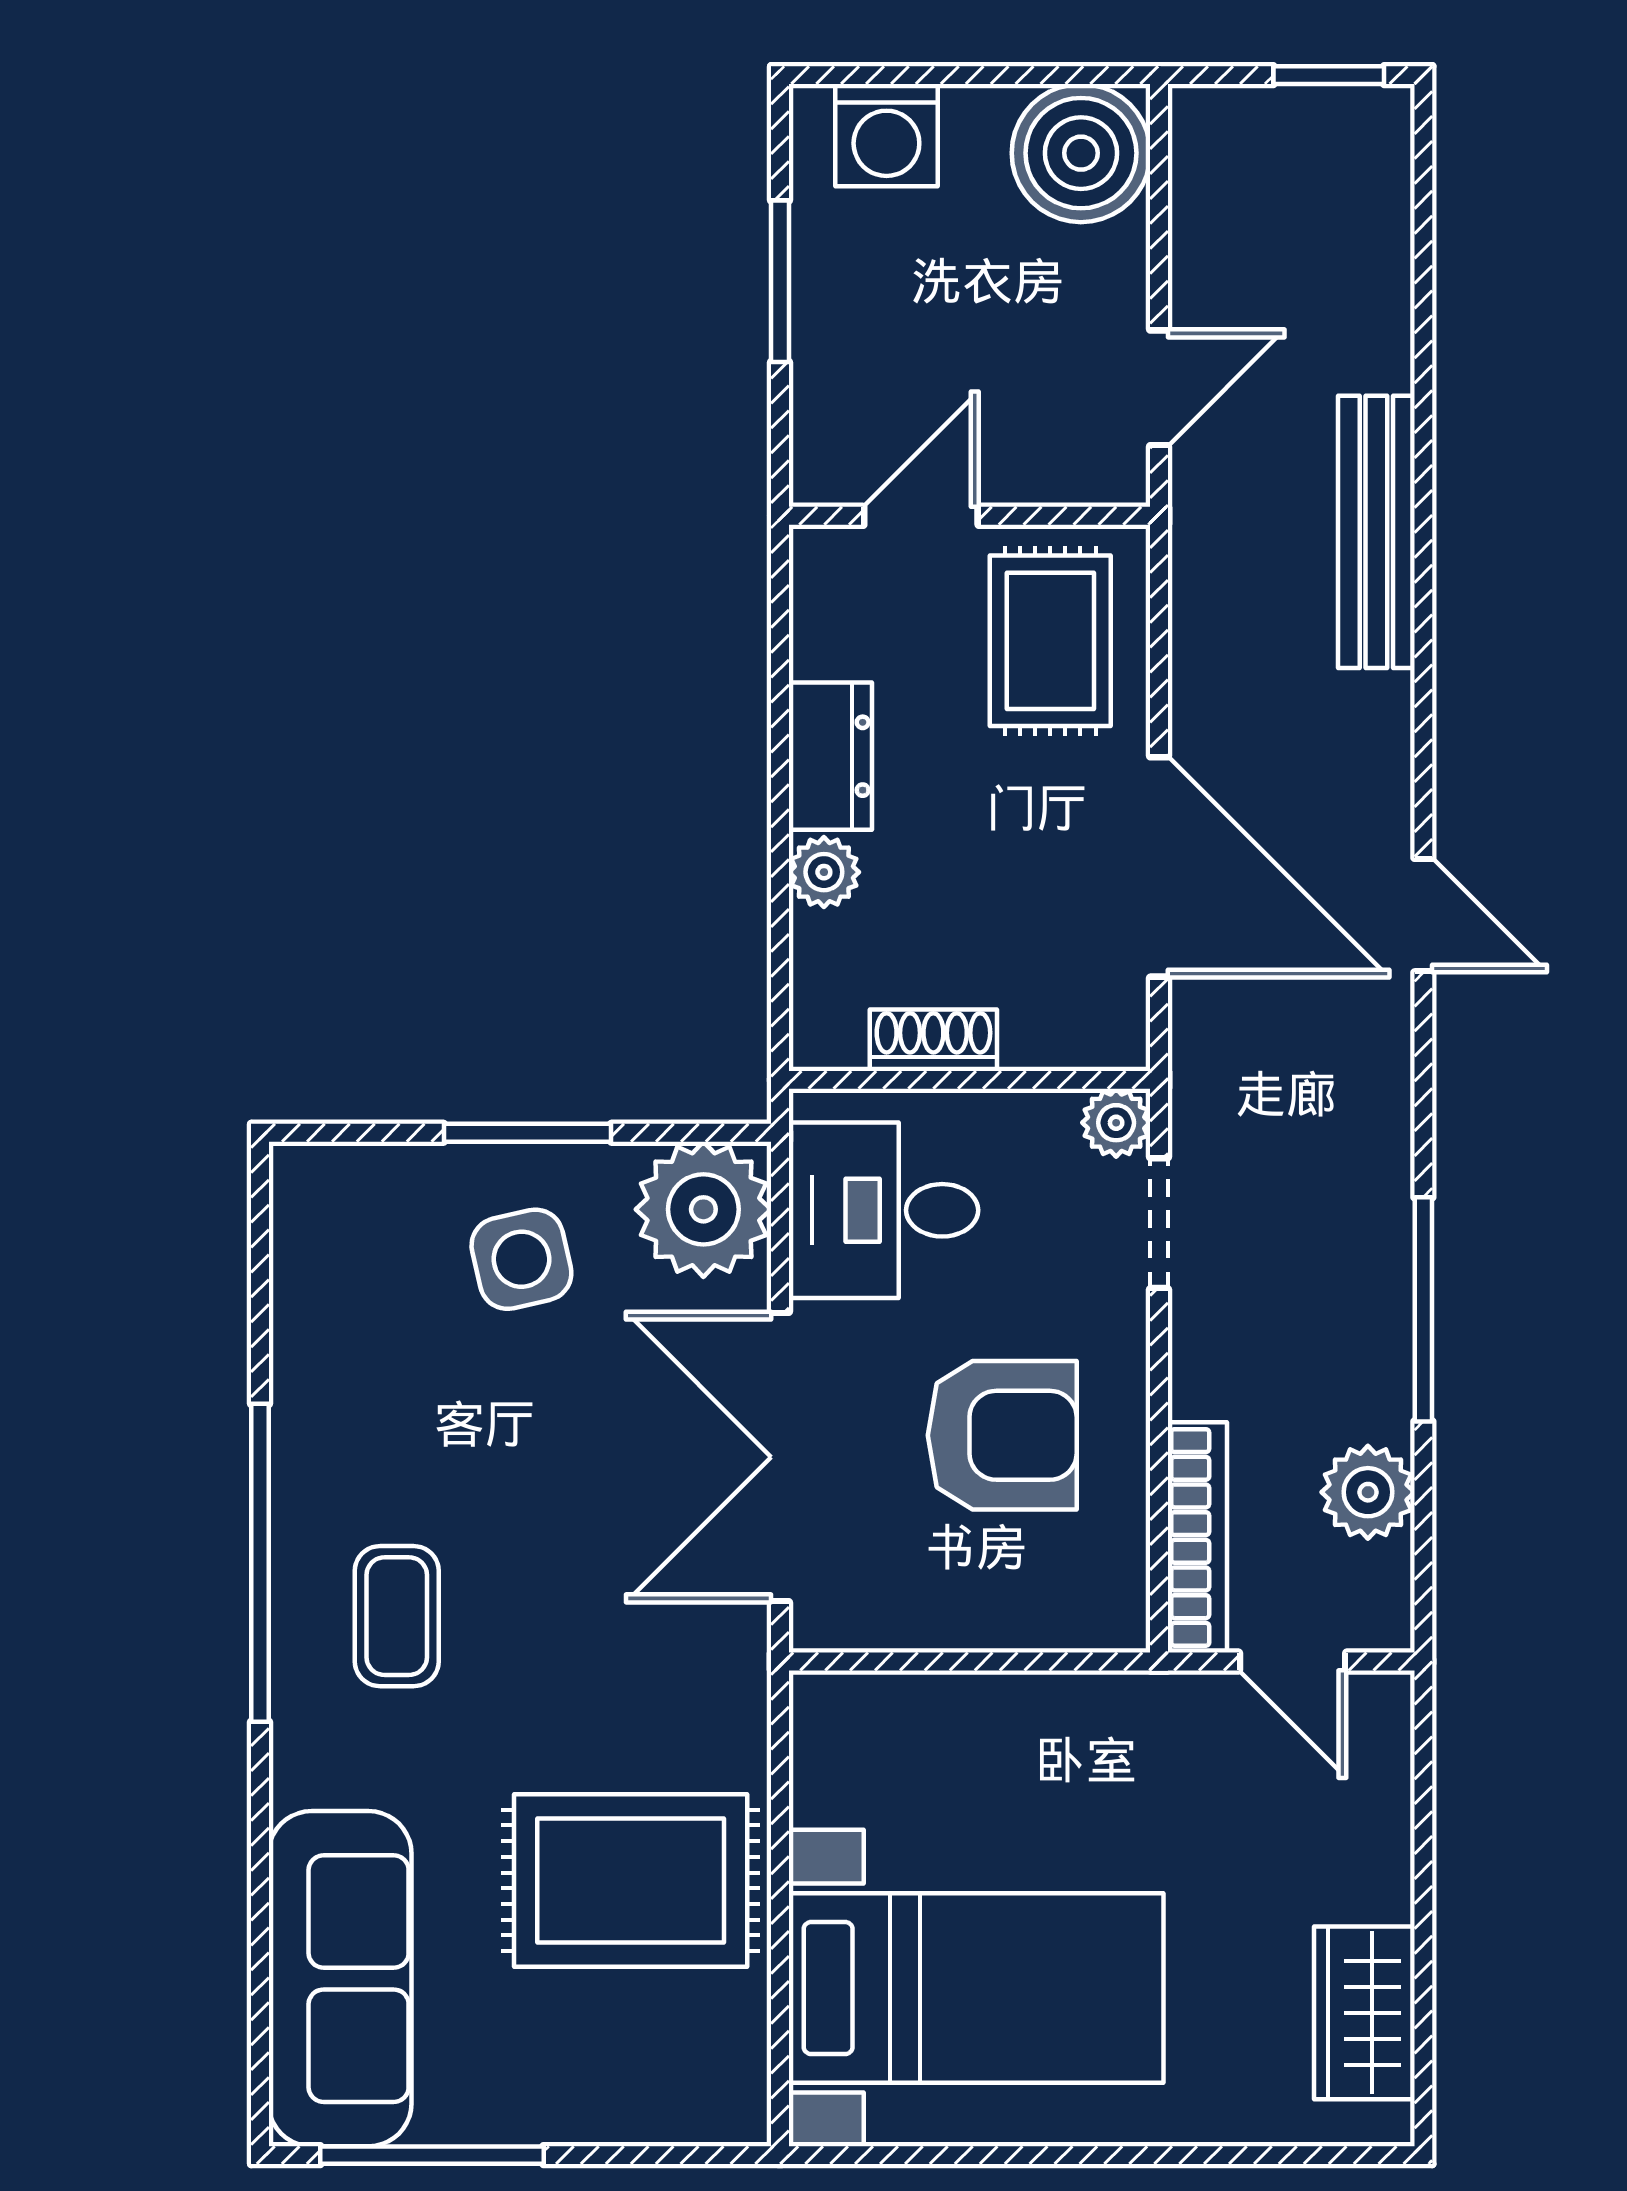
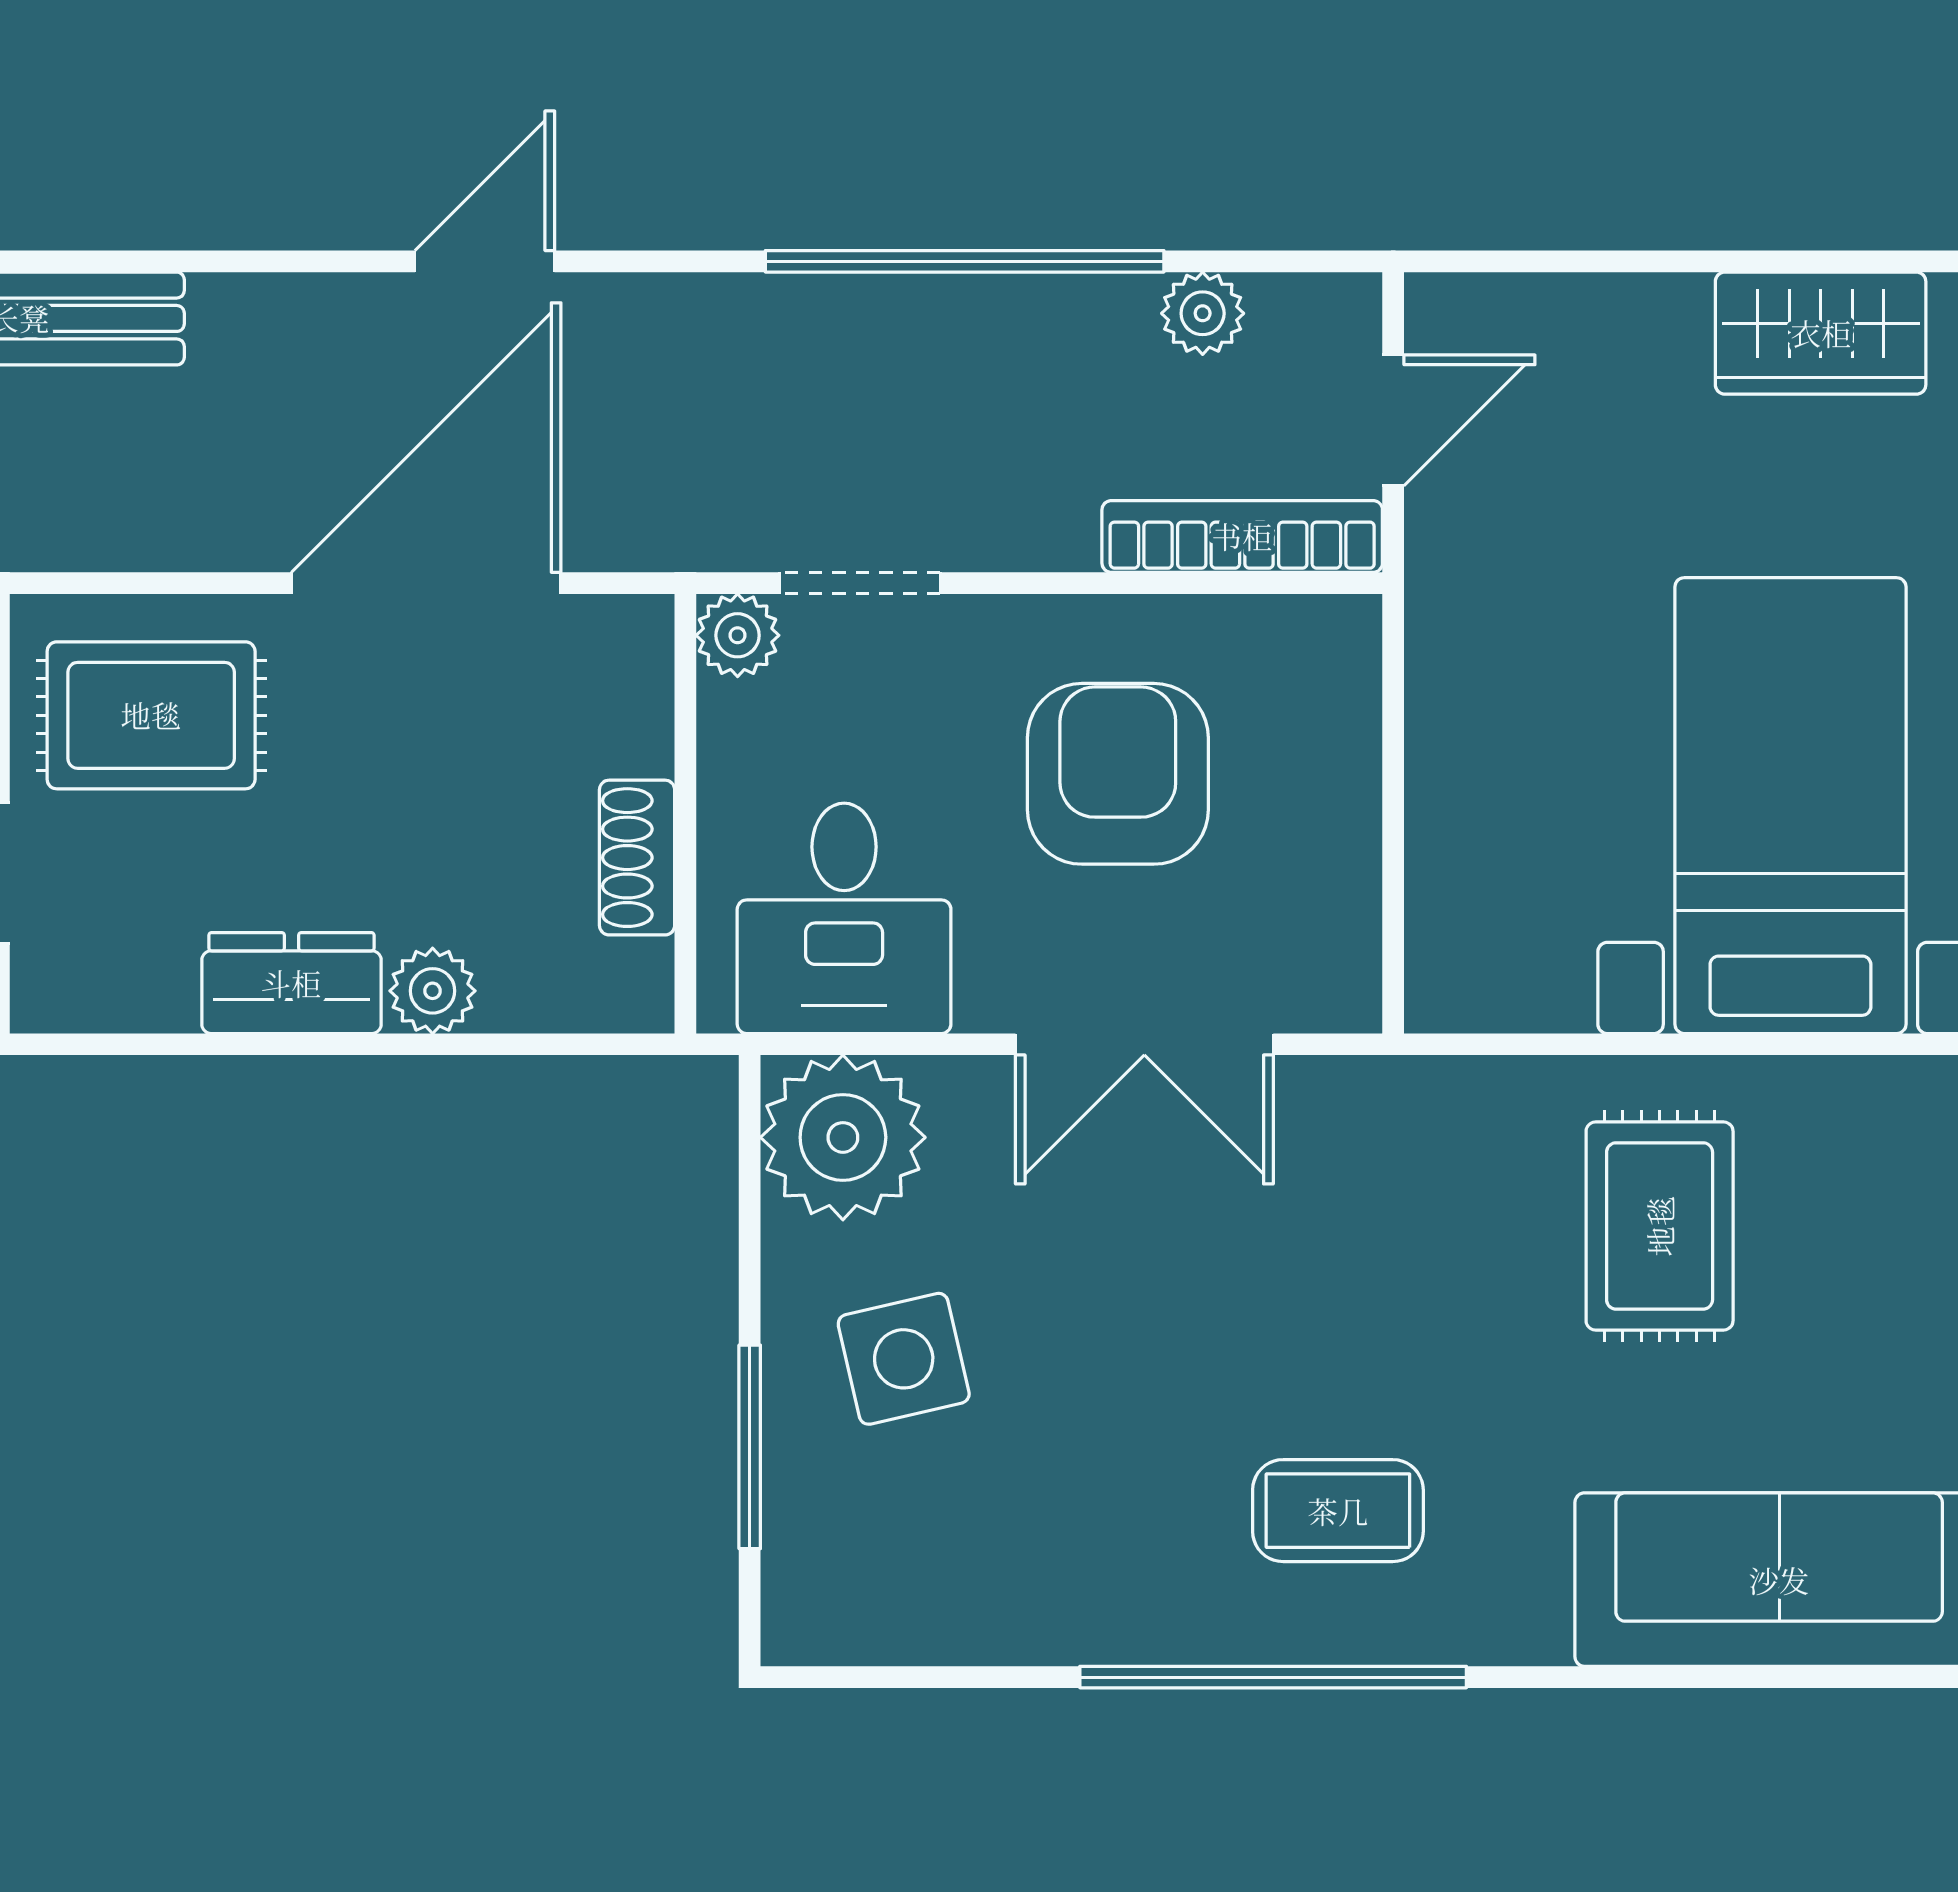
window: (528, 1133) -> (750, 1447), moved
window: (1423, 1309) -> (965, 261), width x1.46
double door: (780, 1457) -> (1144, 1044), width x0.73
plant: (1368, 1492) -> (1203, 313), width x0.73, depth x0.73
rug: (631, 1880) -> (1660, 1226), width x0.73, depth x0.70

